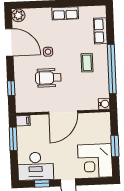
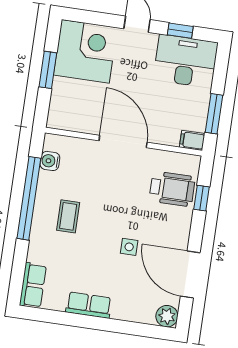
row of seats: (100, 31) -> (33, 285), moved
wheelchair: (48, 78) -> (172, 189), moved
water cooler: (104, 104) -> (50, 161), moved
door: (63, 112) -> (123, 142), hinge flipped

